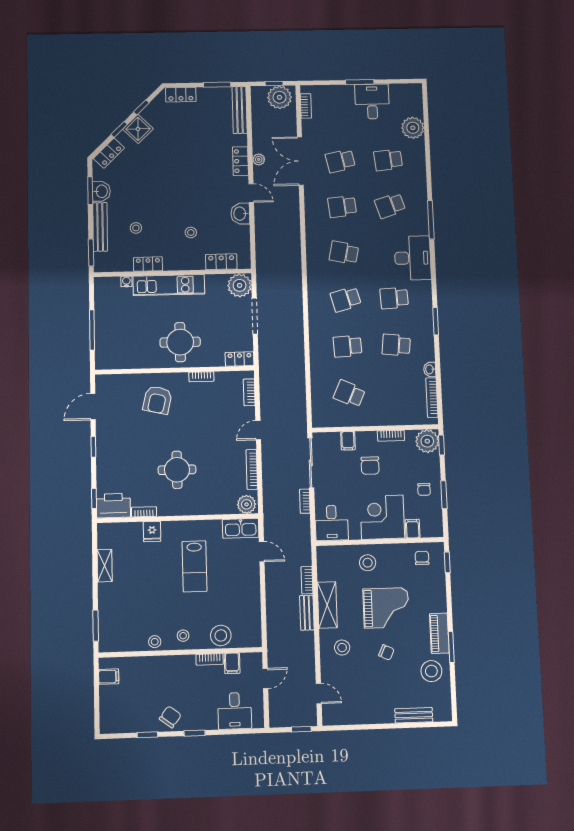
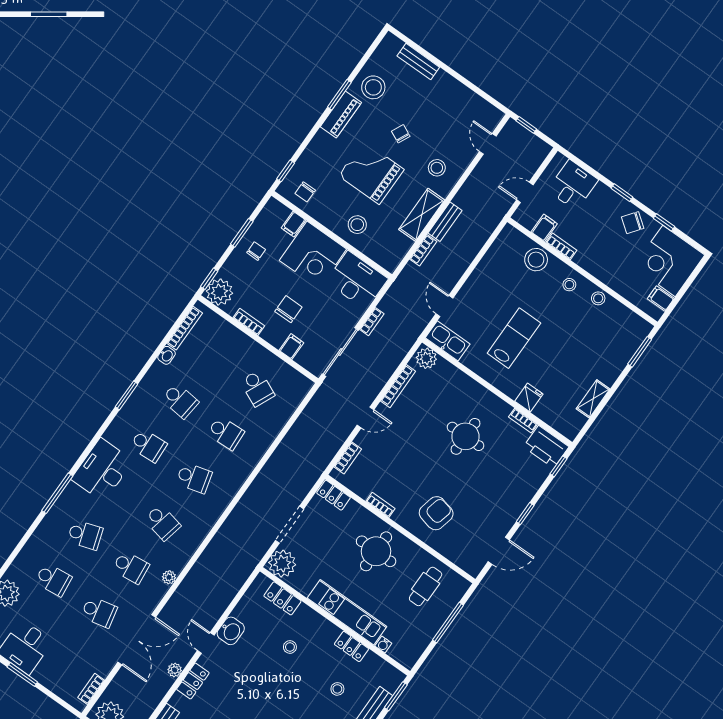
plant: (311, 219) -> (169, 577), added
cafe table: (127, 343) -> (426, 586), added
desk: (332, 523) -> (357, 280), width x1.37
corner desk: (123, 709) -> (669, 261), added

